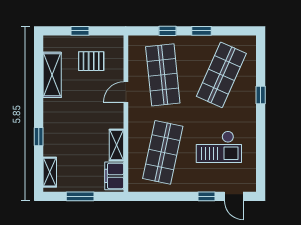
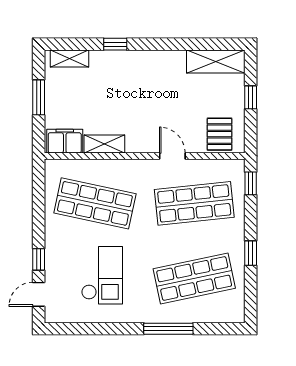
window: (167, 31) -> (251, 183), moved
pallet: (91, 61) -> (220, 134), moved
shelving: (52, 75) -> (216, 62), moved
shop shelf: (221, 75) -> (194, 278), turned -36
window: (261, 95) -> (168, 329), width x2.17
checkout: (219, 147) -> (102, 275), turned 180

